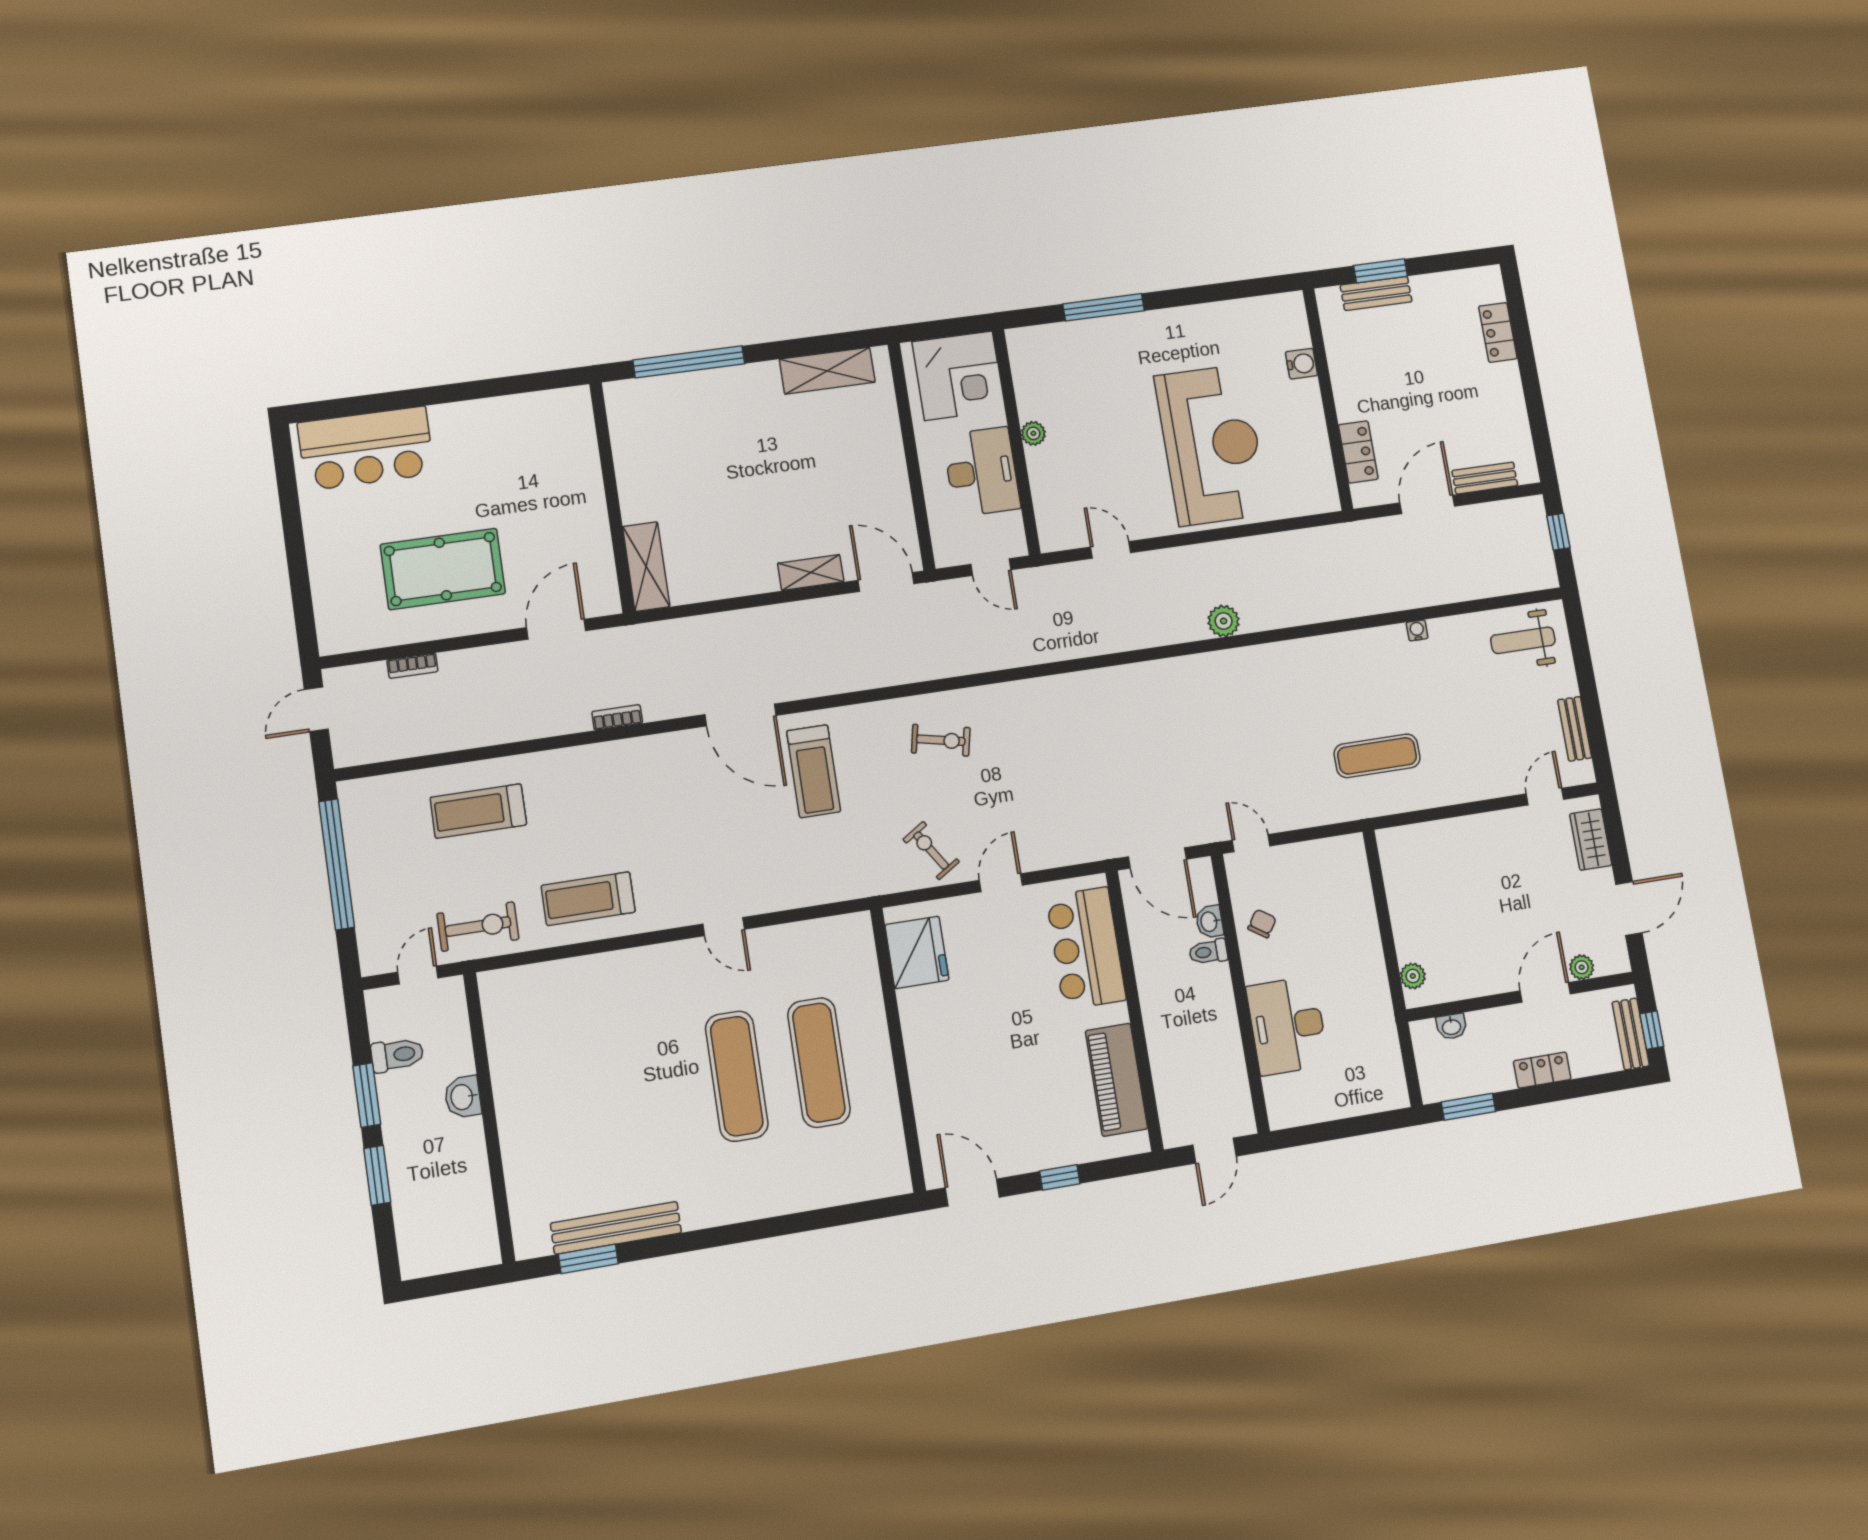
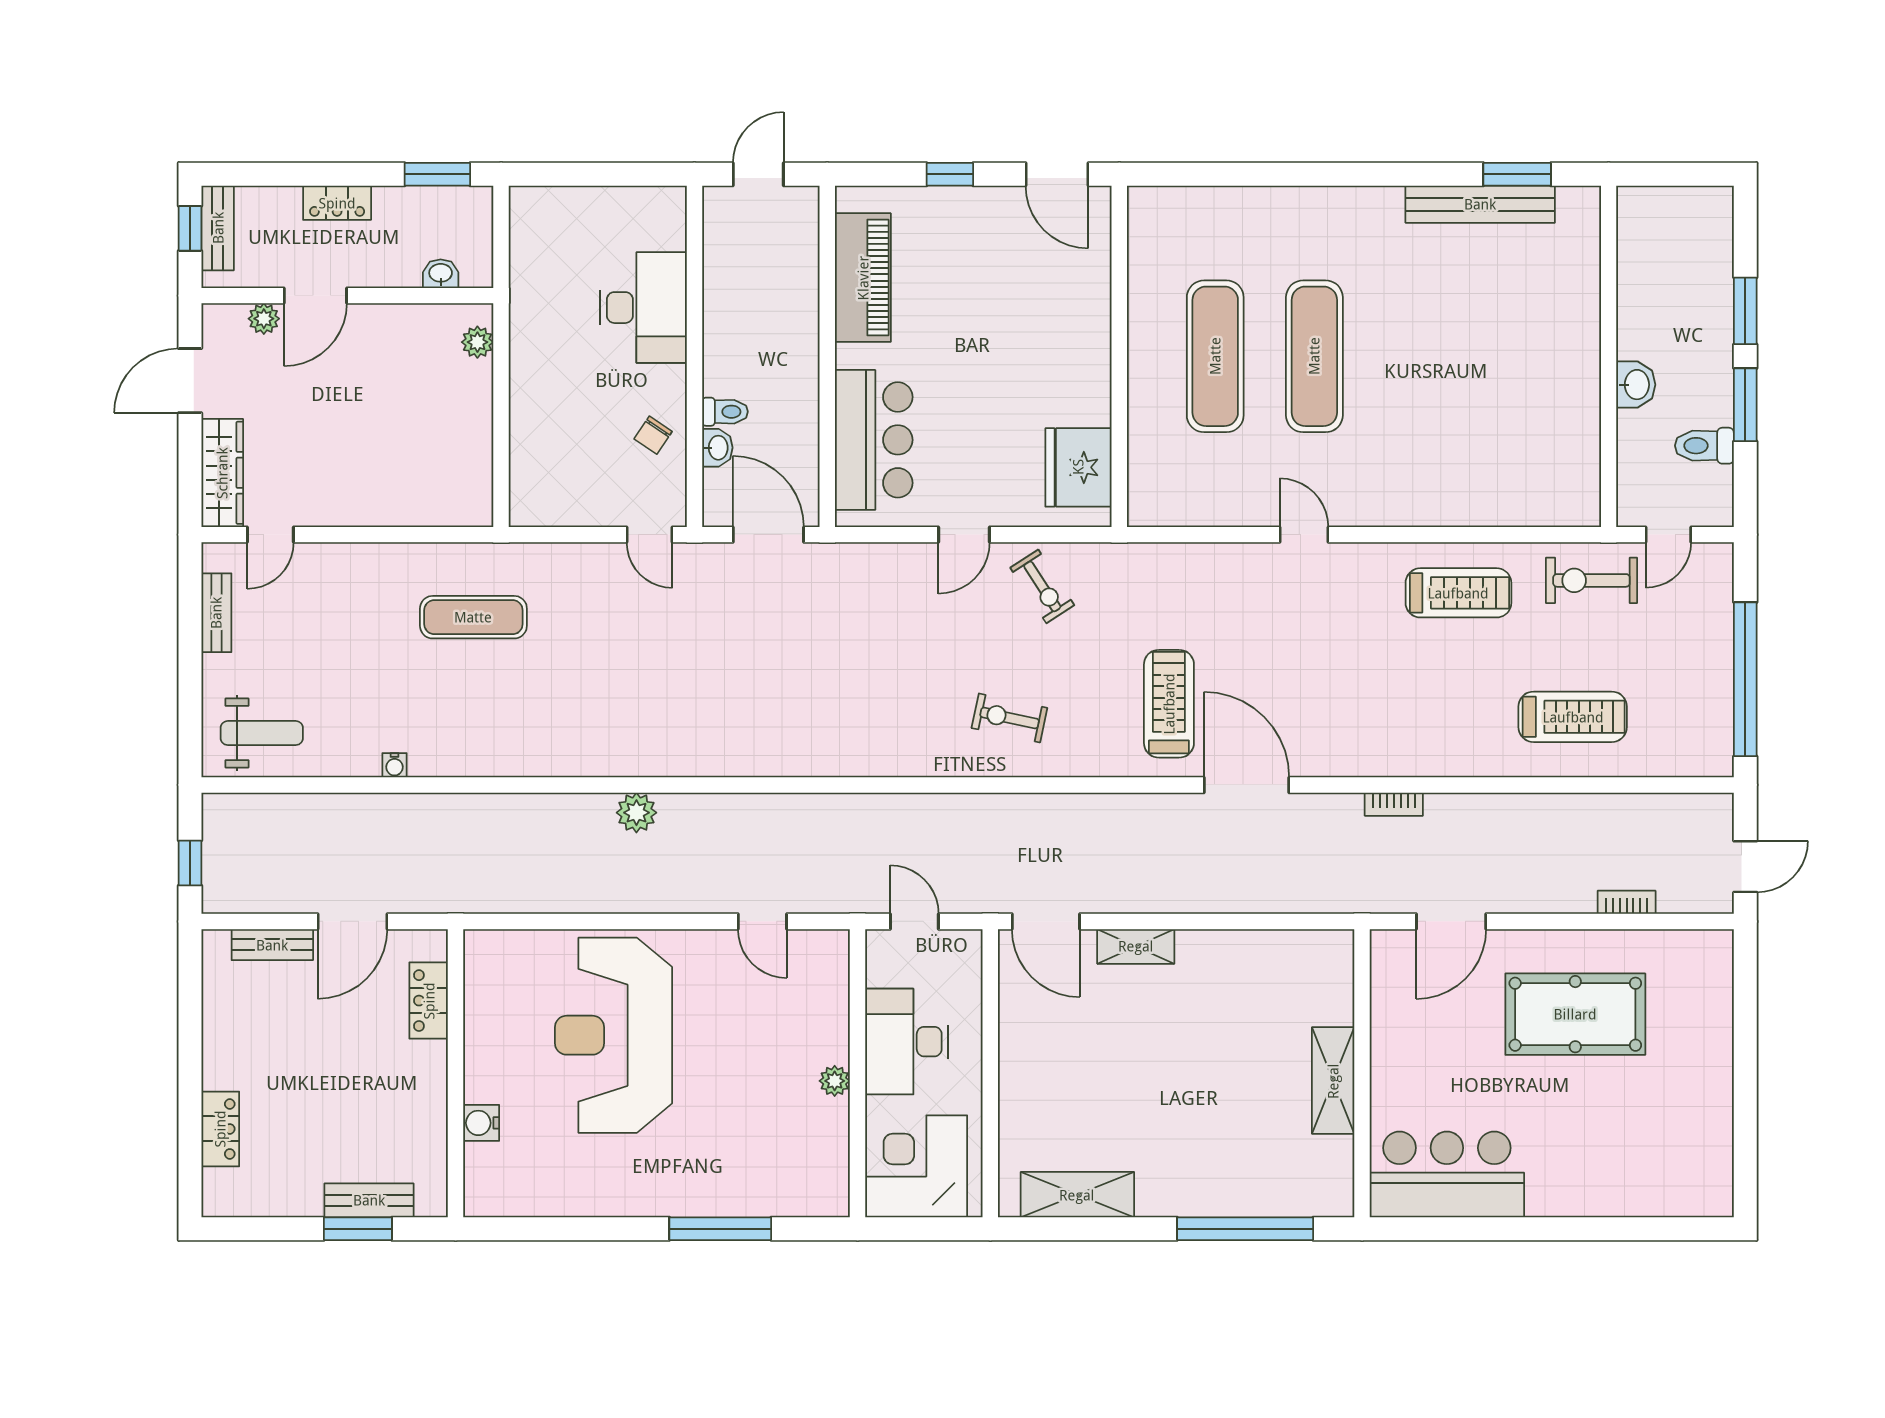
bar counter: (366, 448) -> (1447, 1174), moved
shelving: (646, 567) -> (1333, 1081), moved
wardrobe: (1591, 840) -> (222, 473), width x1.50

